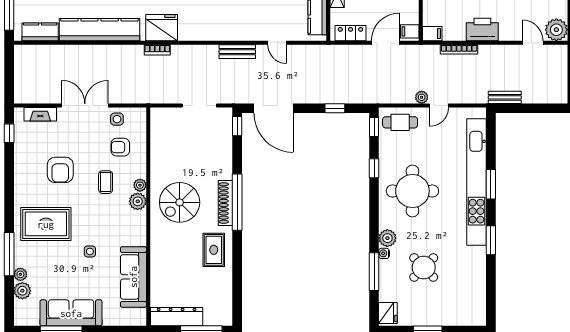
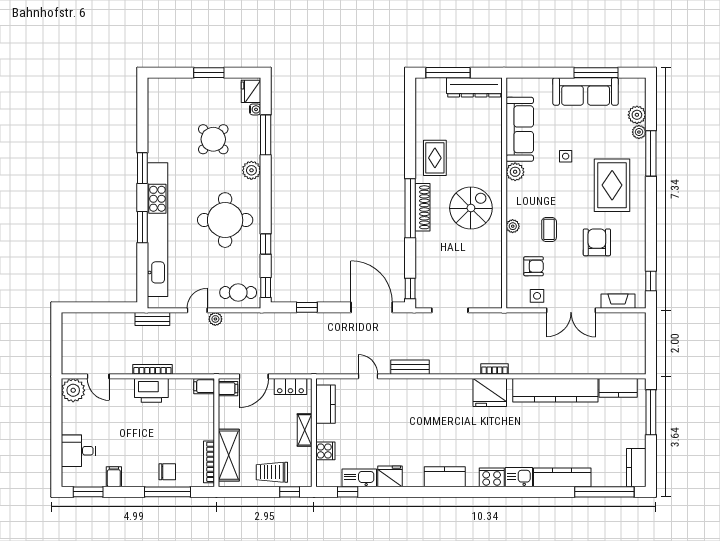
bookcase: (459, 49) -> (152, 369), moved
bench: (505, 97) -> (152, 319), moved
plant: (138, 201) -> (515, 172), moved
rug: (46, 224) -> (612, 185), turned 90
water cooler: (384, 253) -> (255, 109), moved

